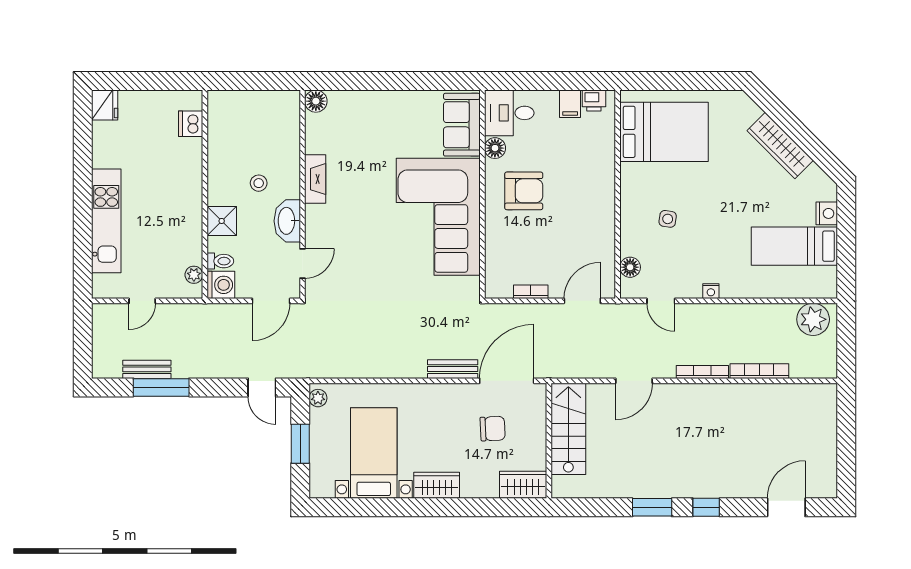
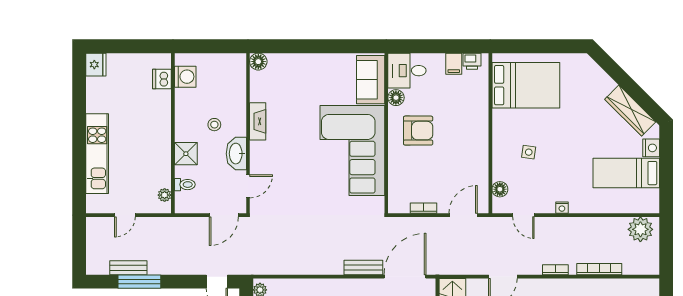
wardrobe: (780, 145) -> (630, 111), moved
washing machine: (221, 285) -> (185, 77), moved
bookcase: (702, 372) -> (555, 270), width x0.64

